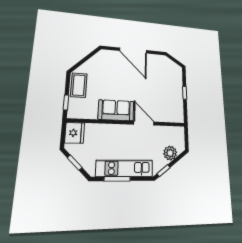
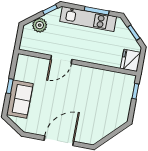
door: (133, 51) -> (59, 141), hinge flipped
coffee table: (79, 85) -> (121, 108), removed
sofa: (116, 110) -> (20, 99), moved, turned -90
door: (144, 123) -> (61, 59), hinge flipped

